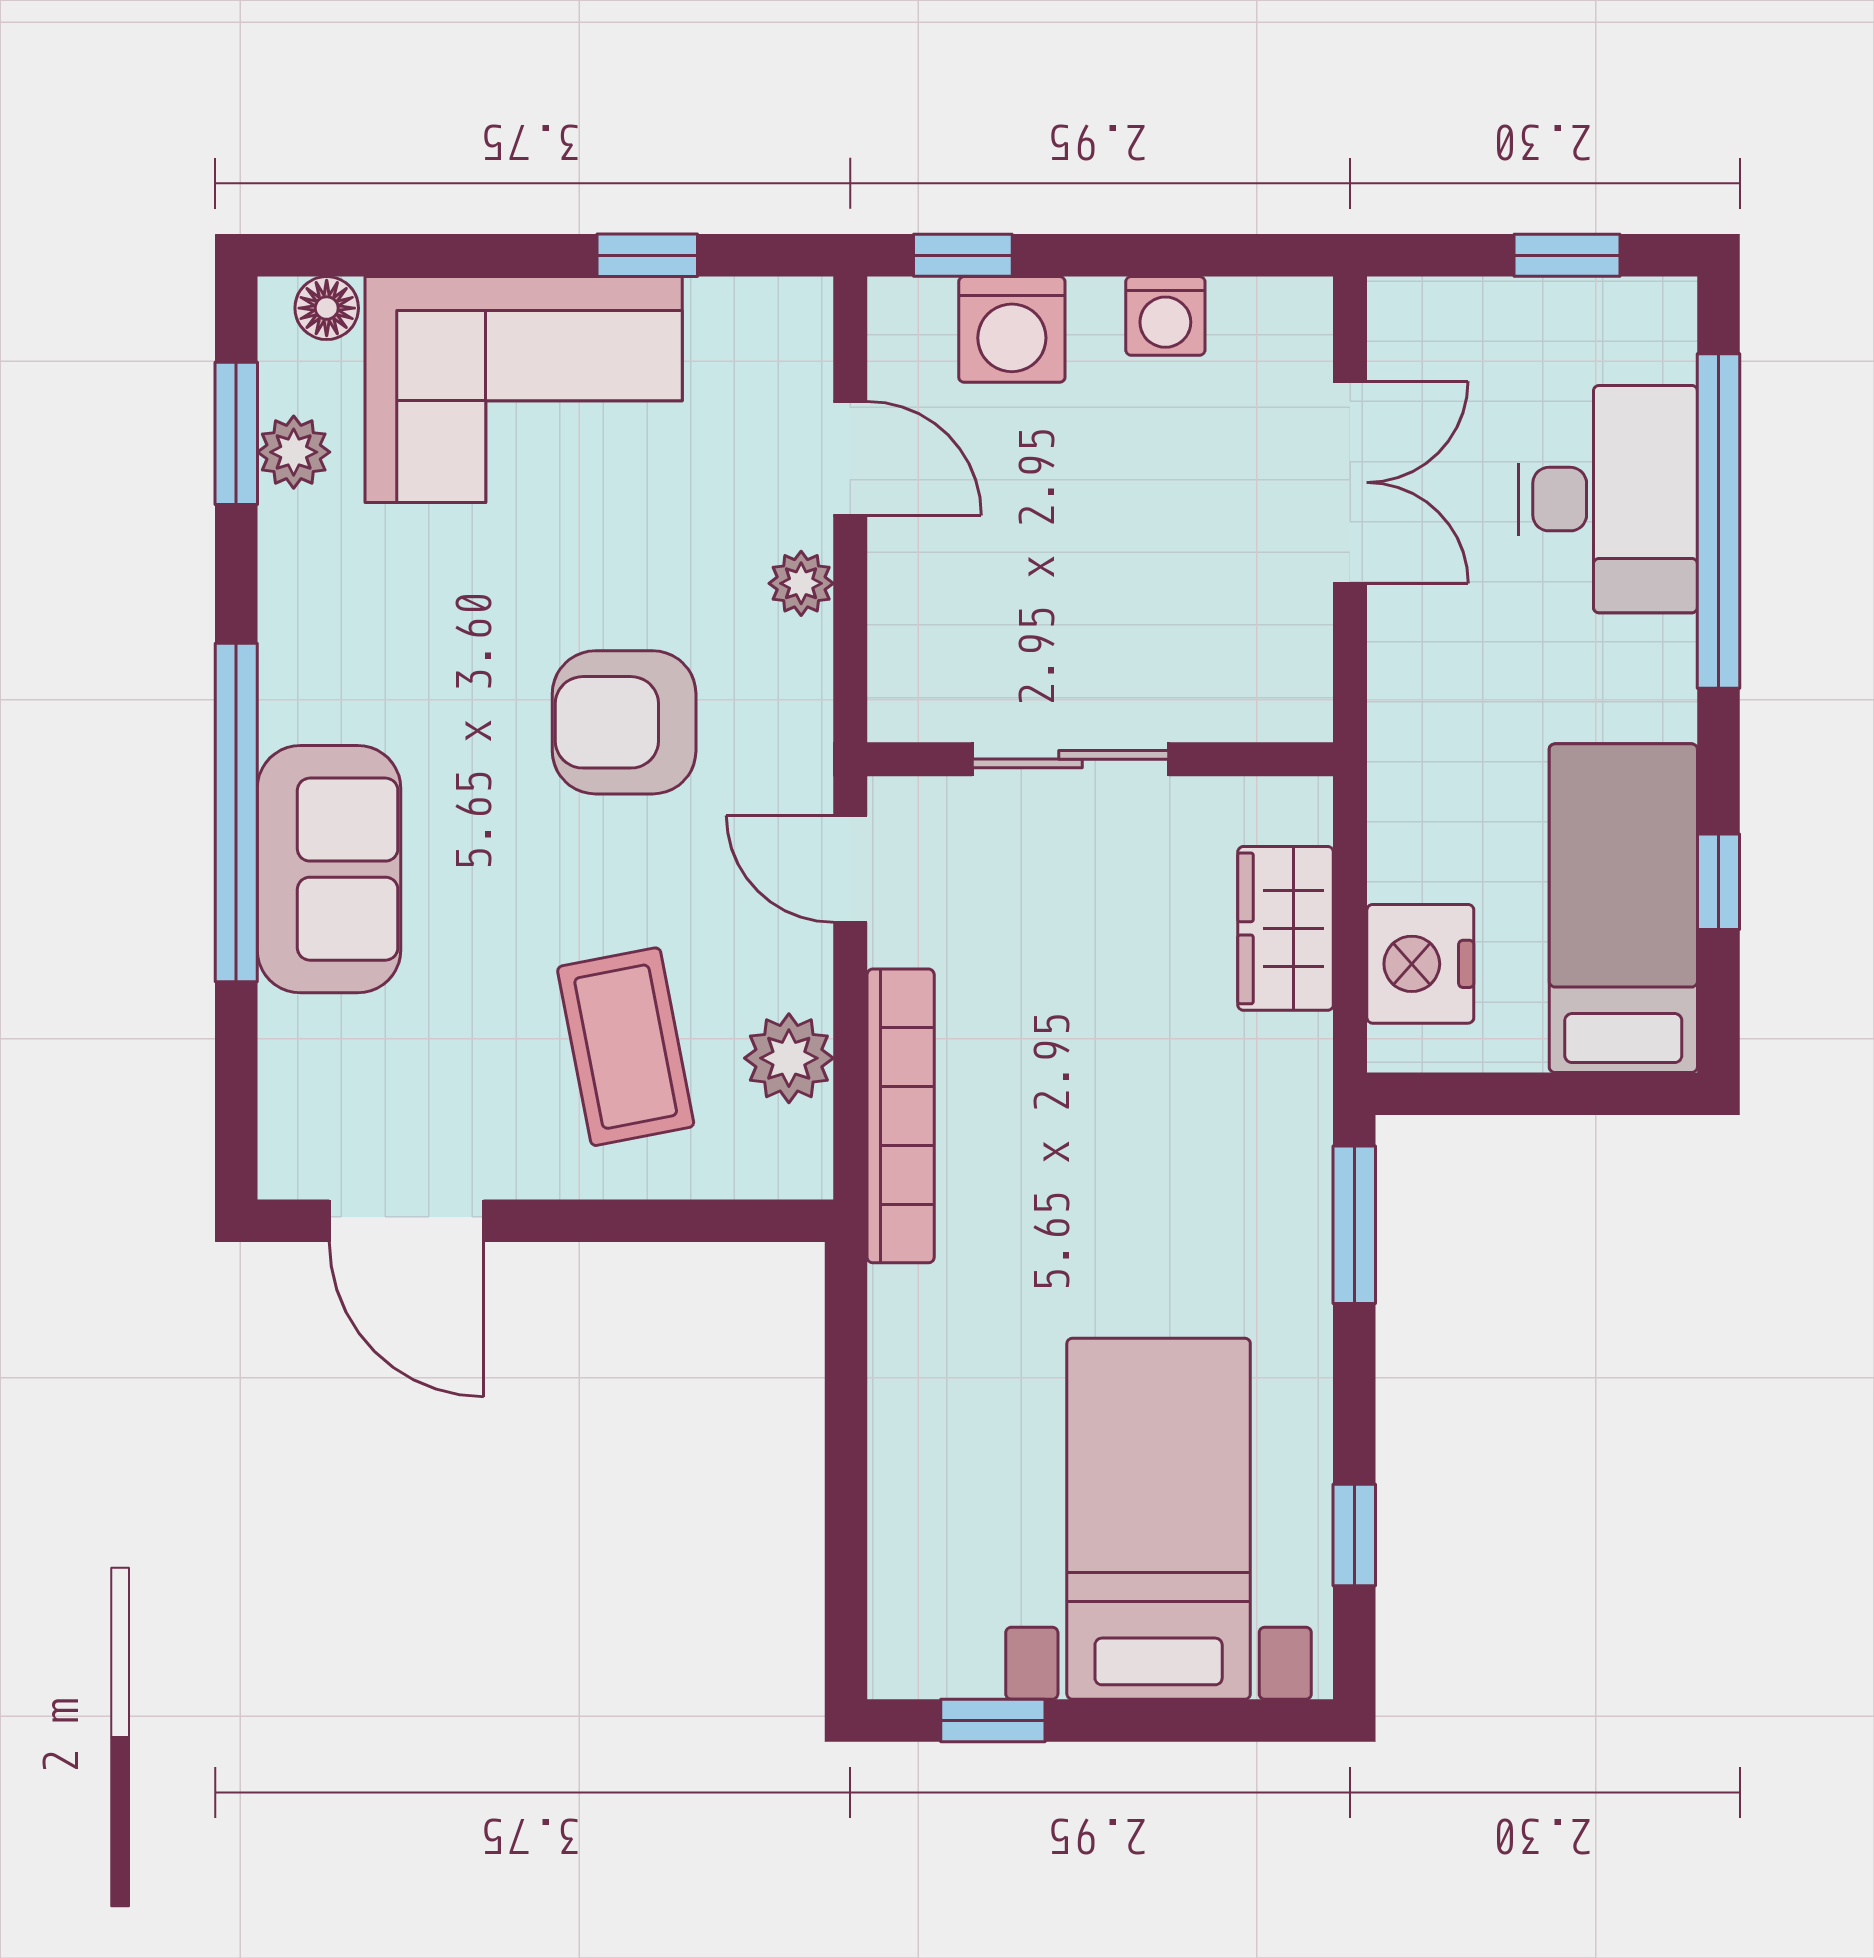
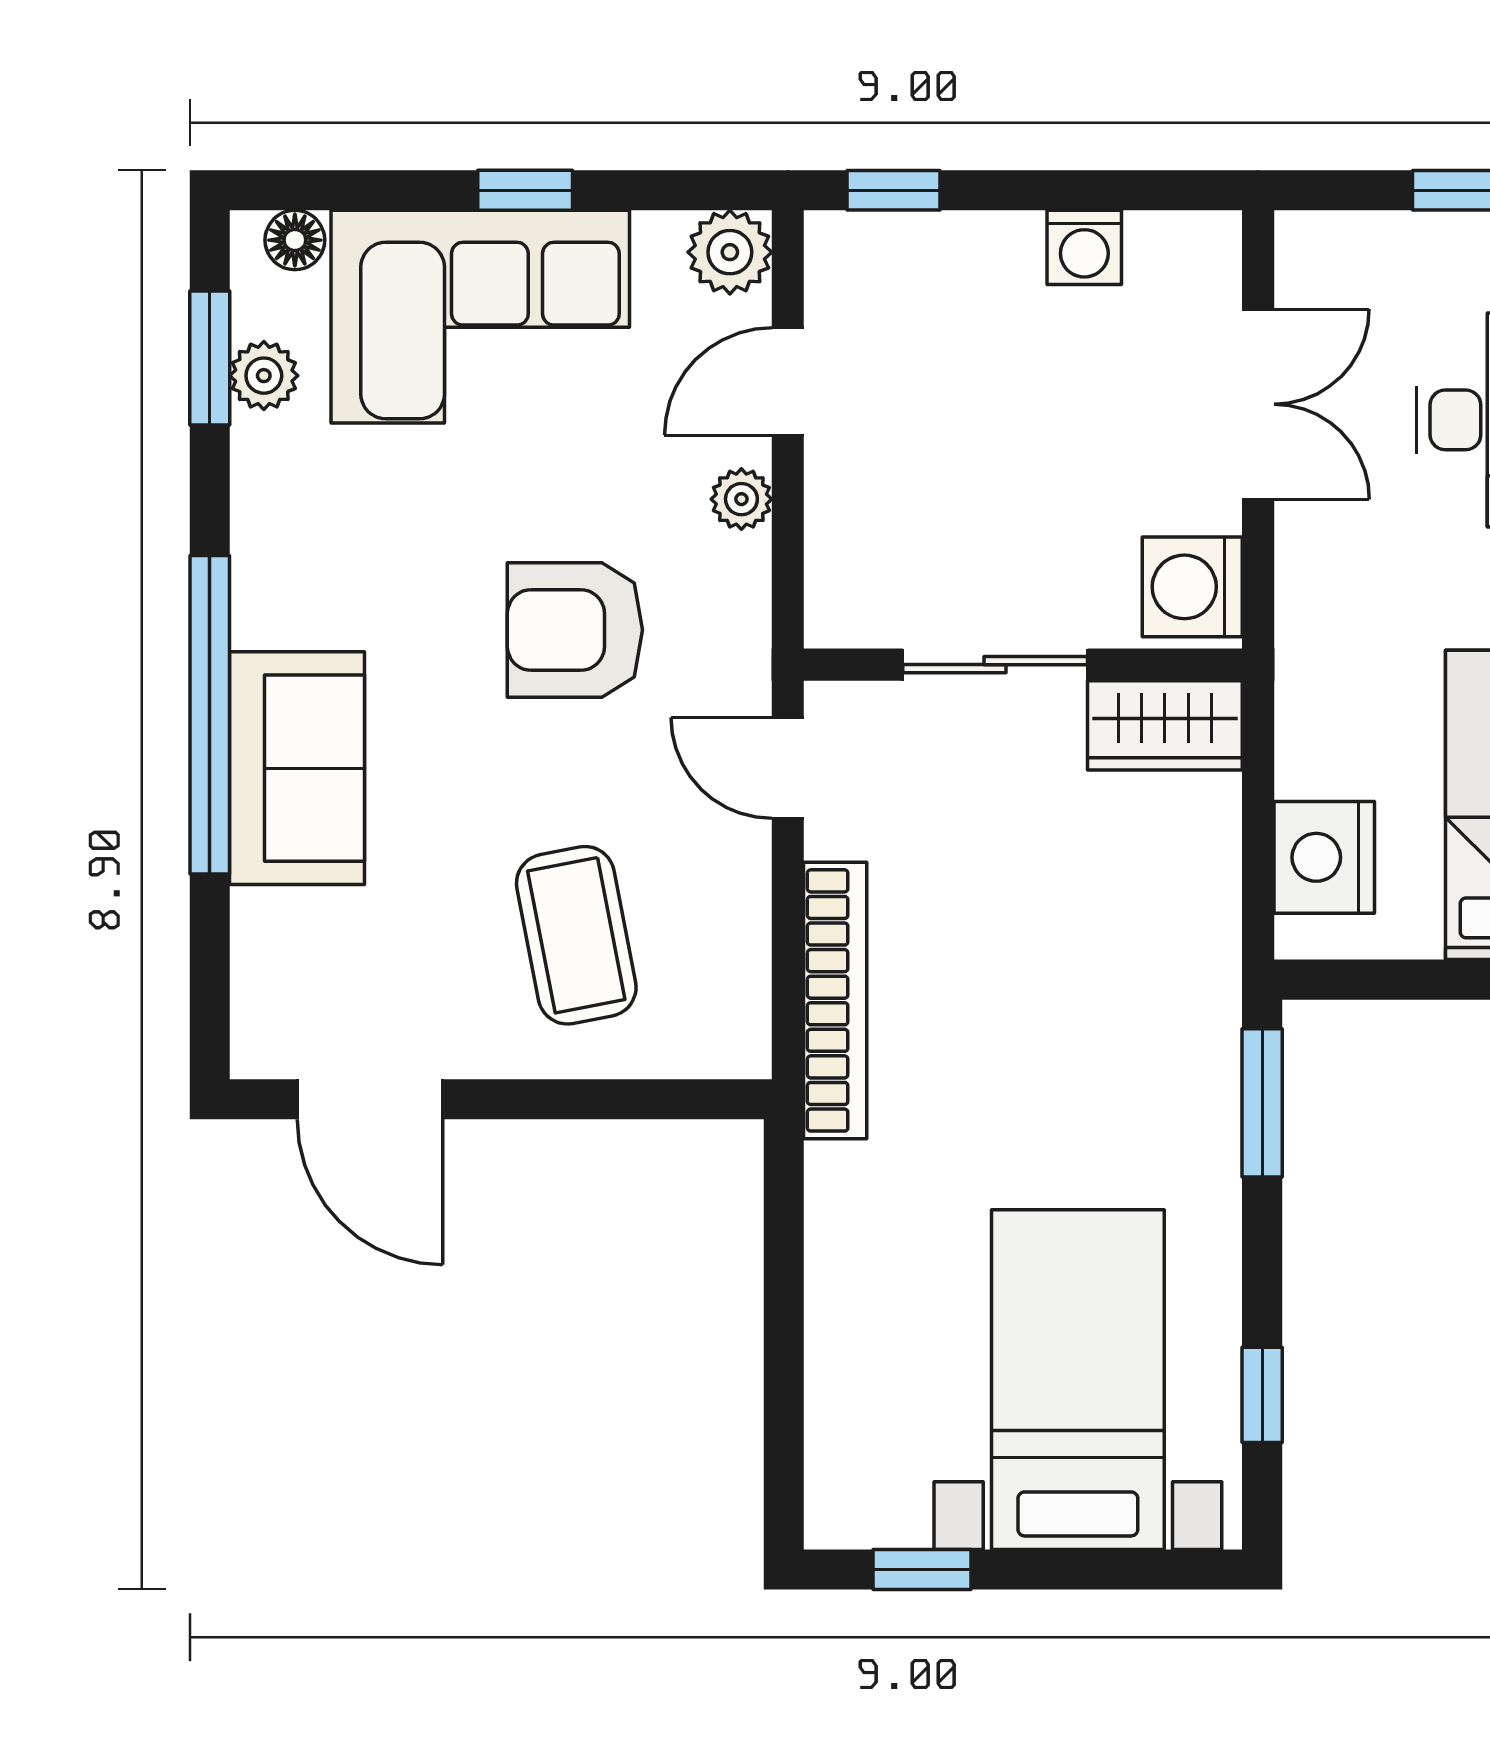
window: (647, 255) -> (525, 190), moved
washing machine: (1012, 329) -> (1192, 587), moved, turned 90
door: (850, 458) -> (788, 381), swing flipped
wardrobe: (1286, 928) -> (1165, 725), moved, turned -90
plant: (789, 1058) -> (730, 252), moved

